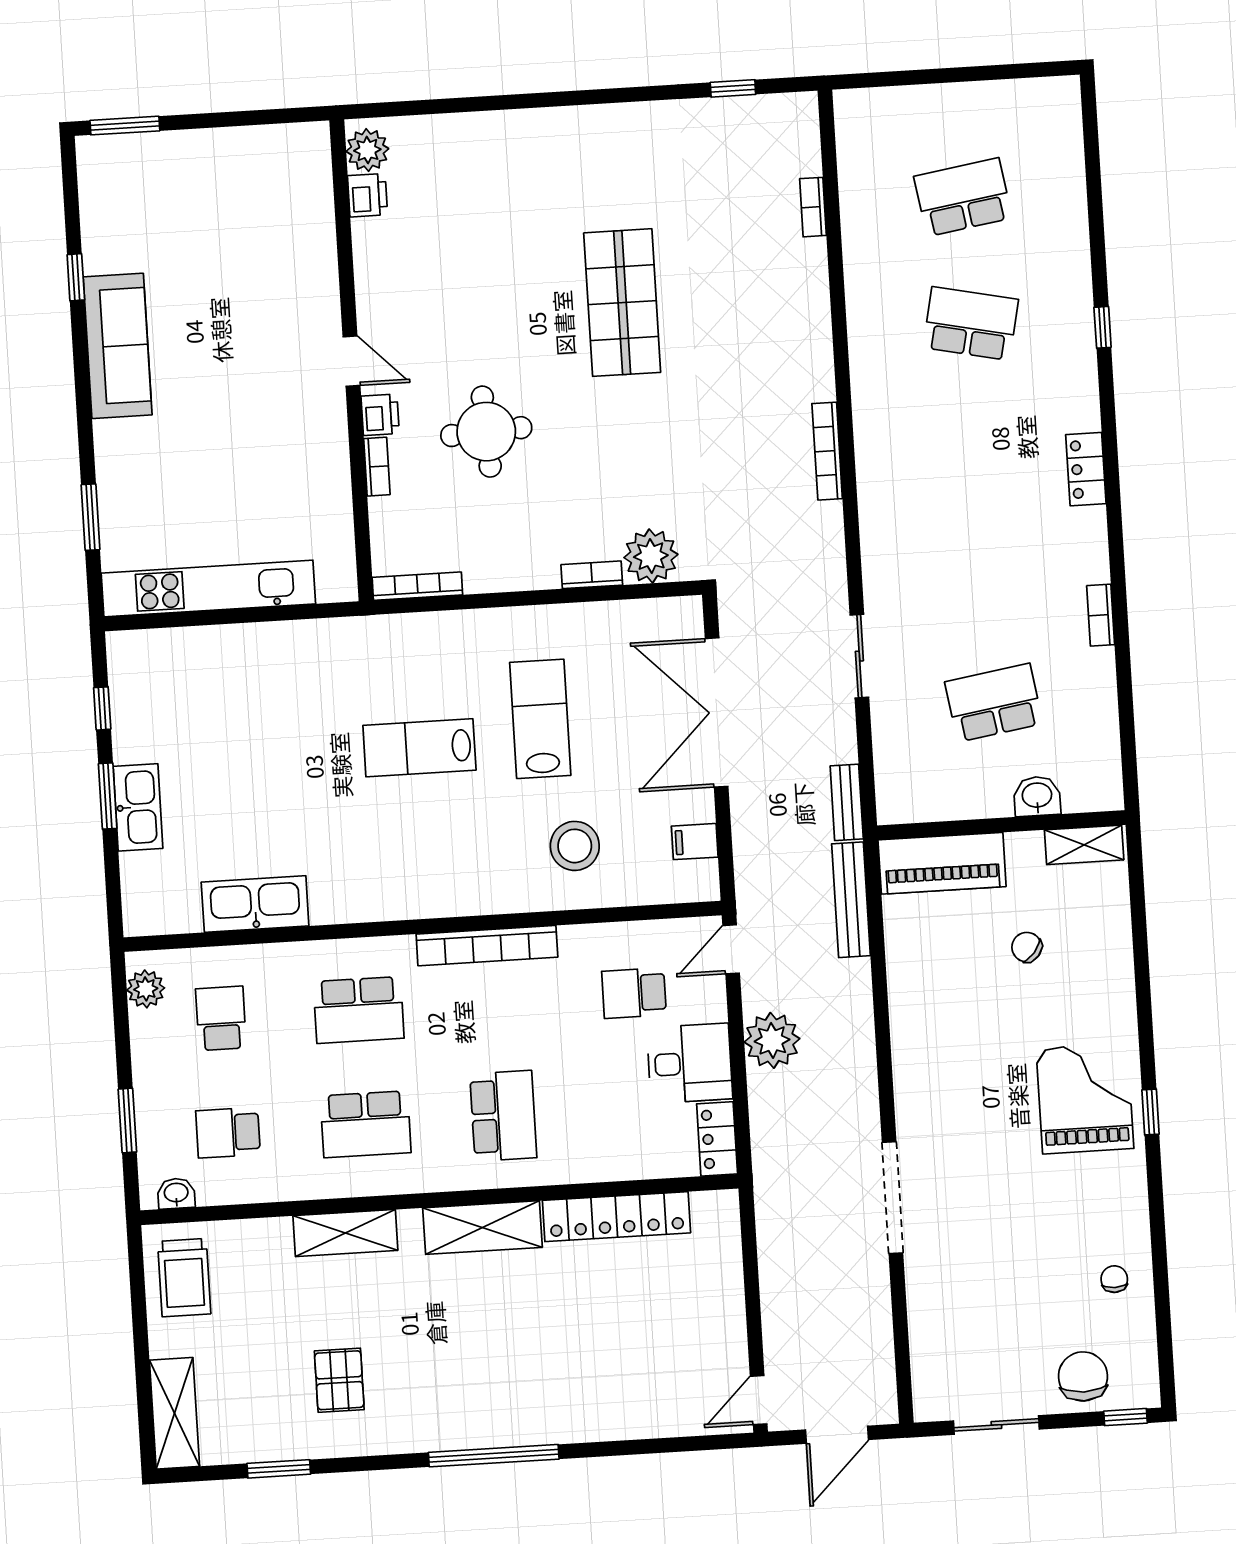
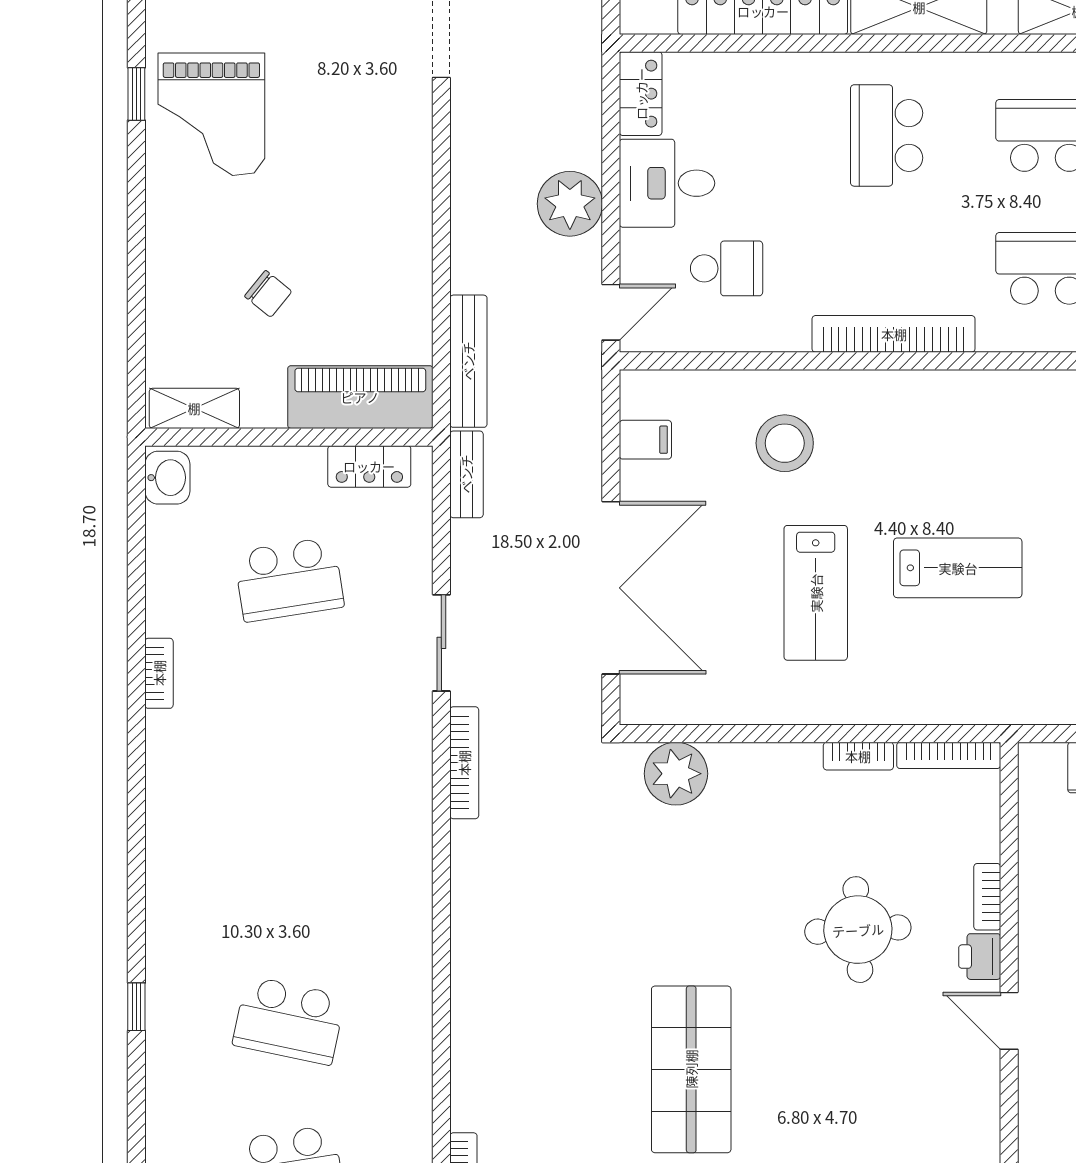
bookcase: (827, 451) -> (464, 763), moved
locker: (1086, 469) -> (369, 466), moved, turned 90
bookcase: (592, 575) -> (858, 756), moved
washbasin: (1037, 796) -> (167, 478), moved, turned -90

